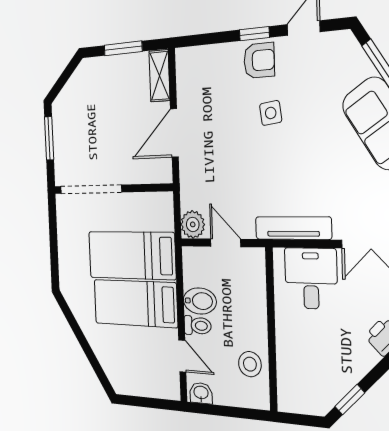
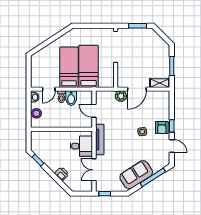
door: (174, 133) -> (137, 89), swing flipped
plant: (193, 224) -> (121, 96), moved
door: (226, 243) -> (94, 111), swing flipped
stool: (250, 364) -> (36, 113), moved

